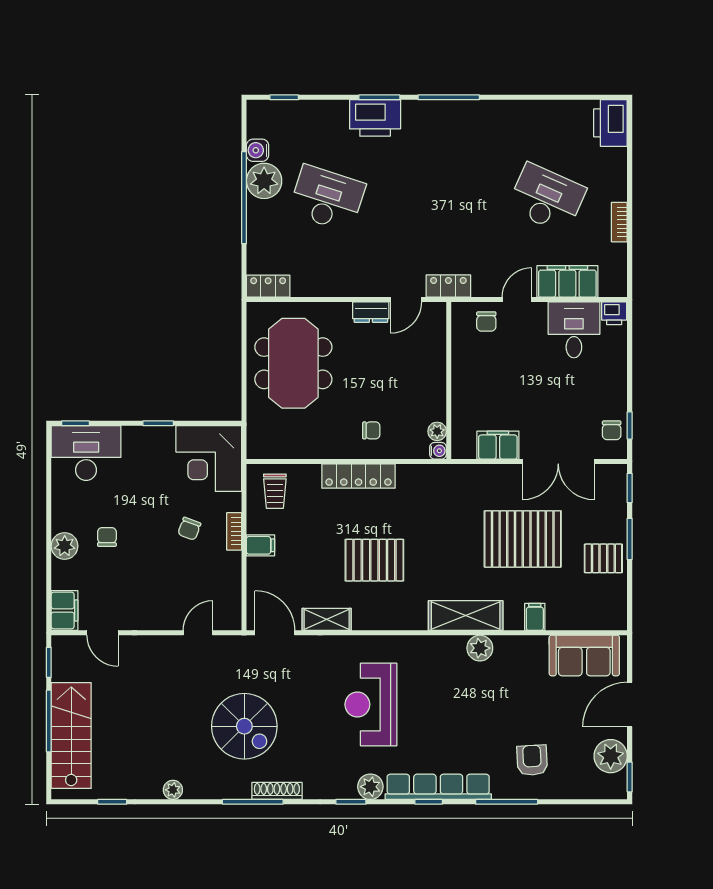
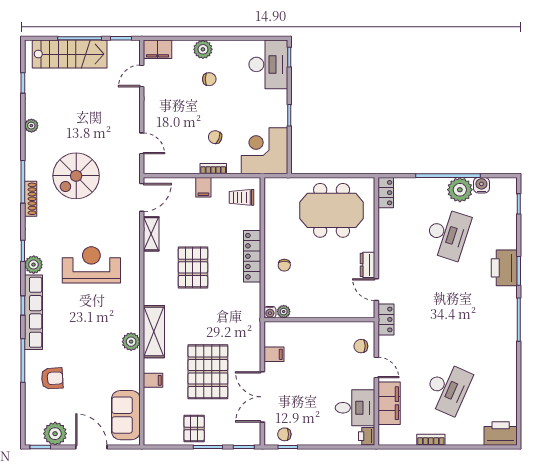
filing cabinet: (498, 445) -> (274, 354), width x0.50

